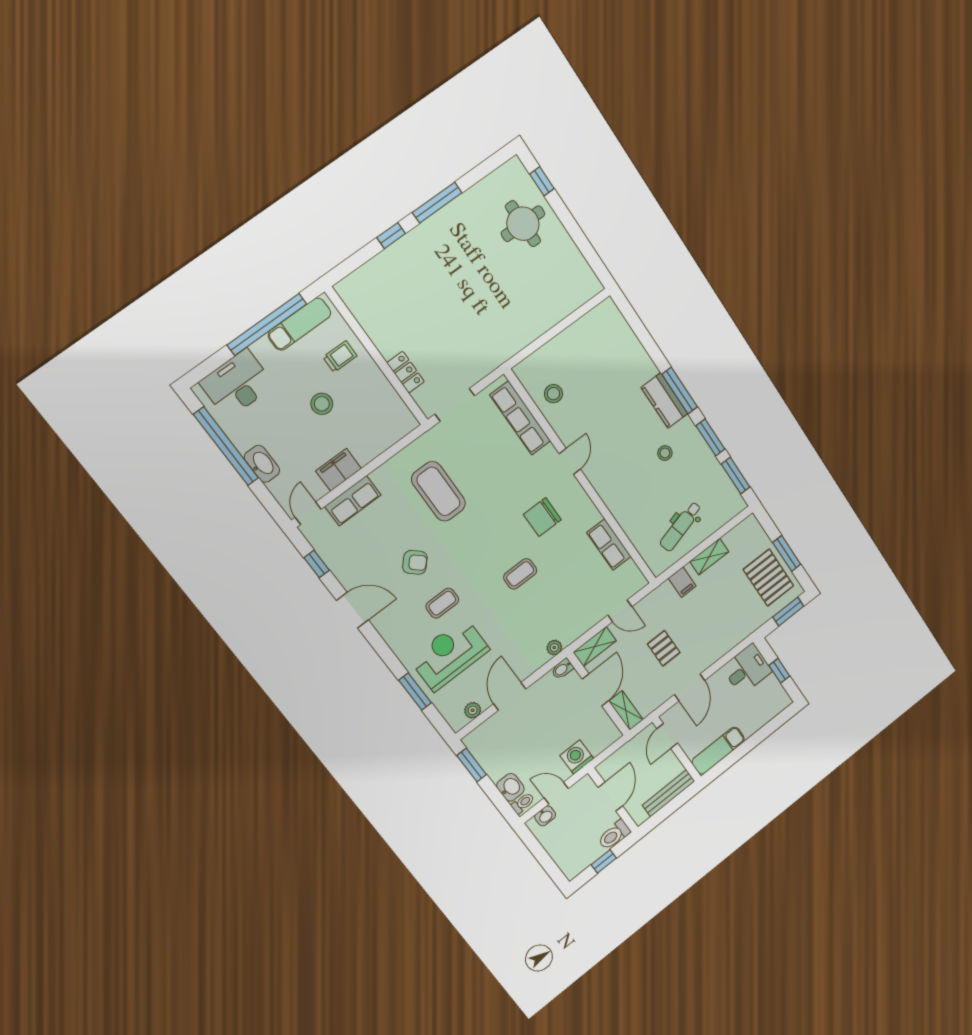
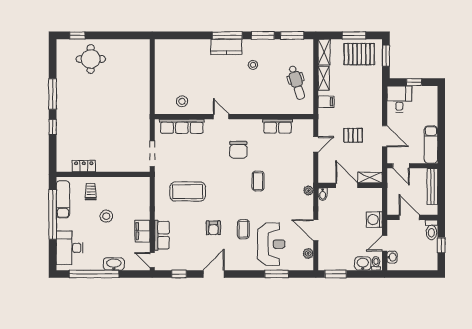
locker: (406, 372) -> (84, 166), moved
armchair: (415, 562) -> (213, 228), turned 137
shelving: (595, 647) -> (324, 52), moved
reception desk: (450, 654) -> (271, 244), turned 180

